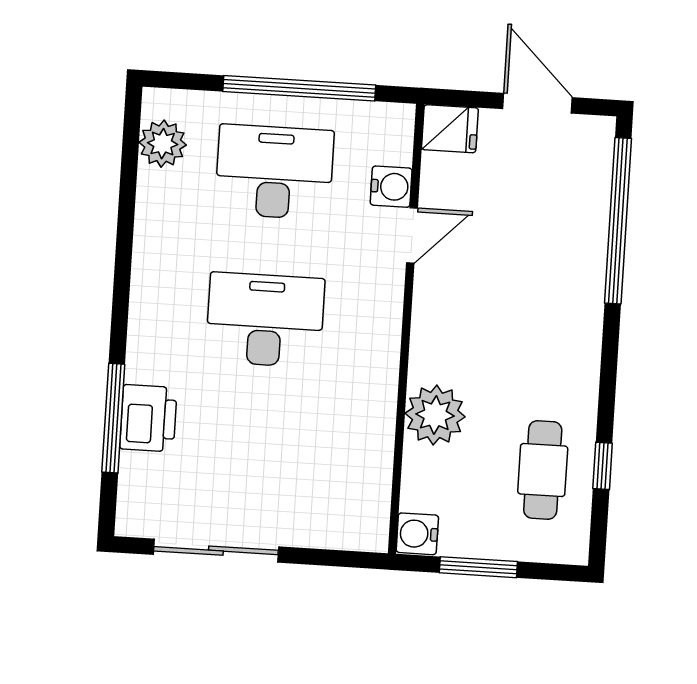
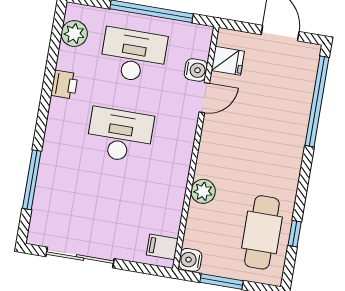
fridge: (450, 129) -> (228, 61), moved
plant: (435, 415) -> (203, 191), width x0.73, depth x0.73
printer: (148, 418) -> (64, 85), moved, width x0.73, depth x0.81
cafe table: (543, 470) -> (262, 232), width x1.37, depth x1.35
filing cabinet: (364, 515) -> (162, 247), added

